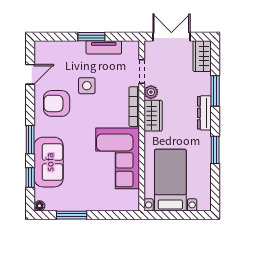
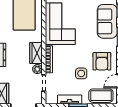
coffee table: (58, 53) -> (101, 96), added
armchair: (57, 103) -> (102, 61), turned 90

